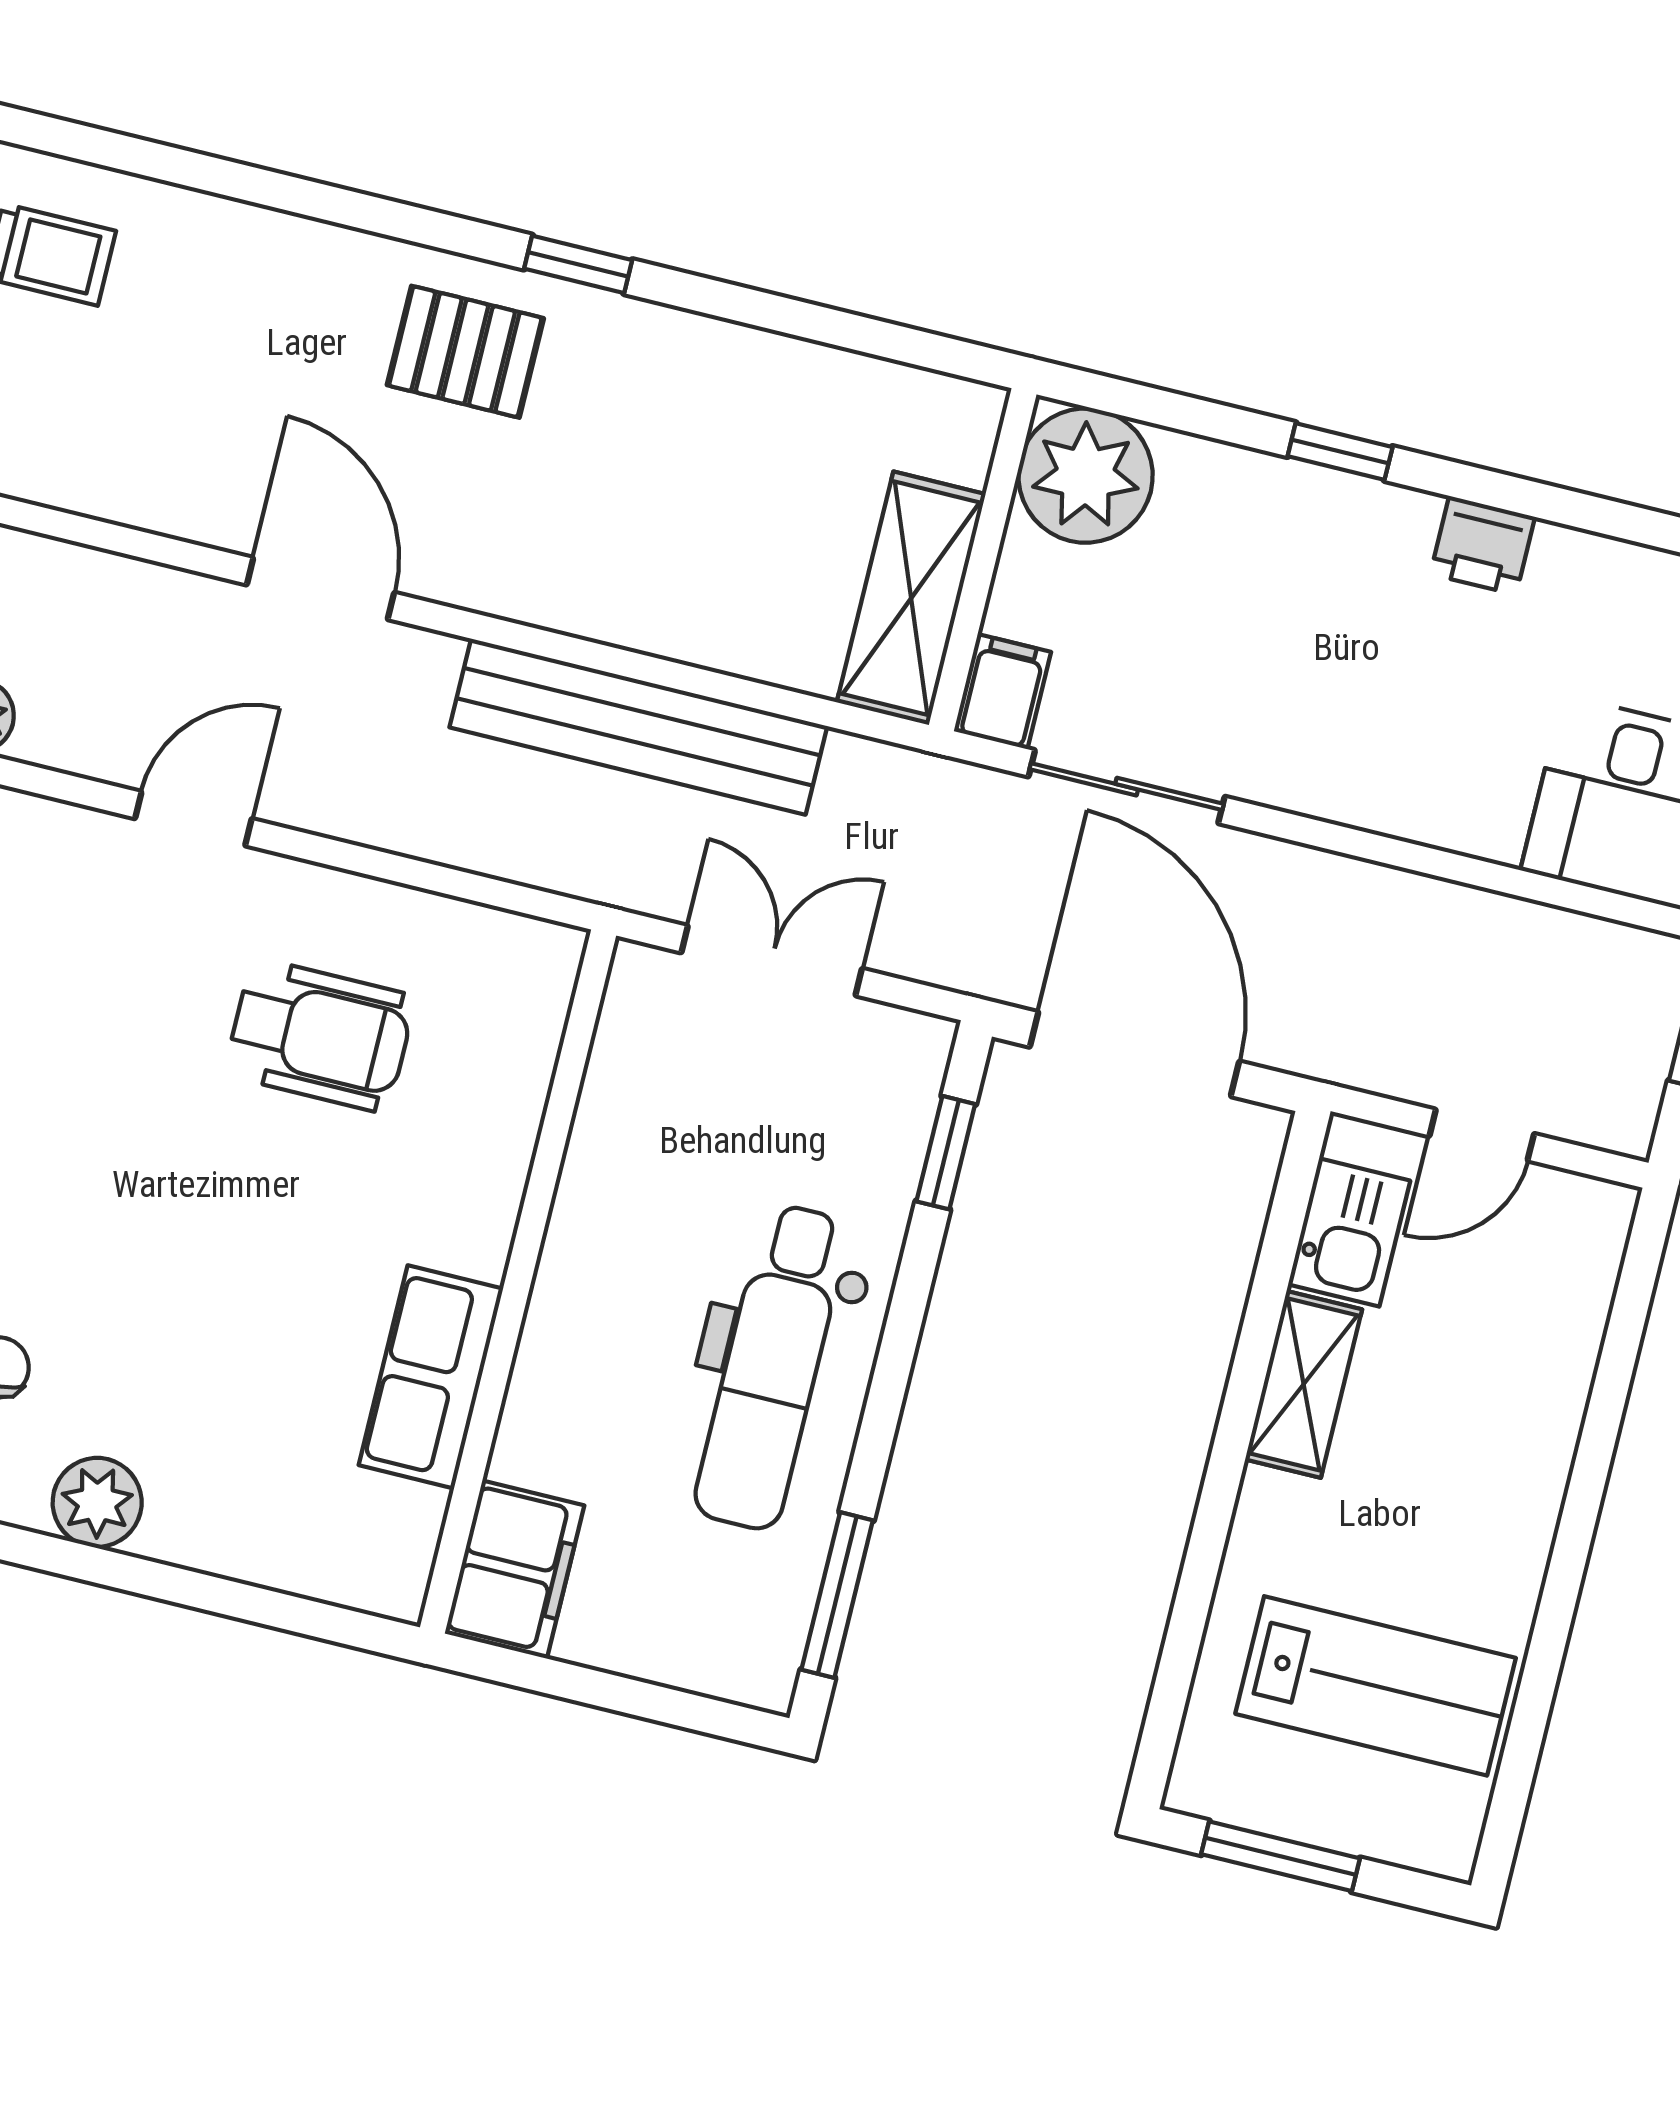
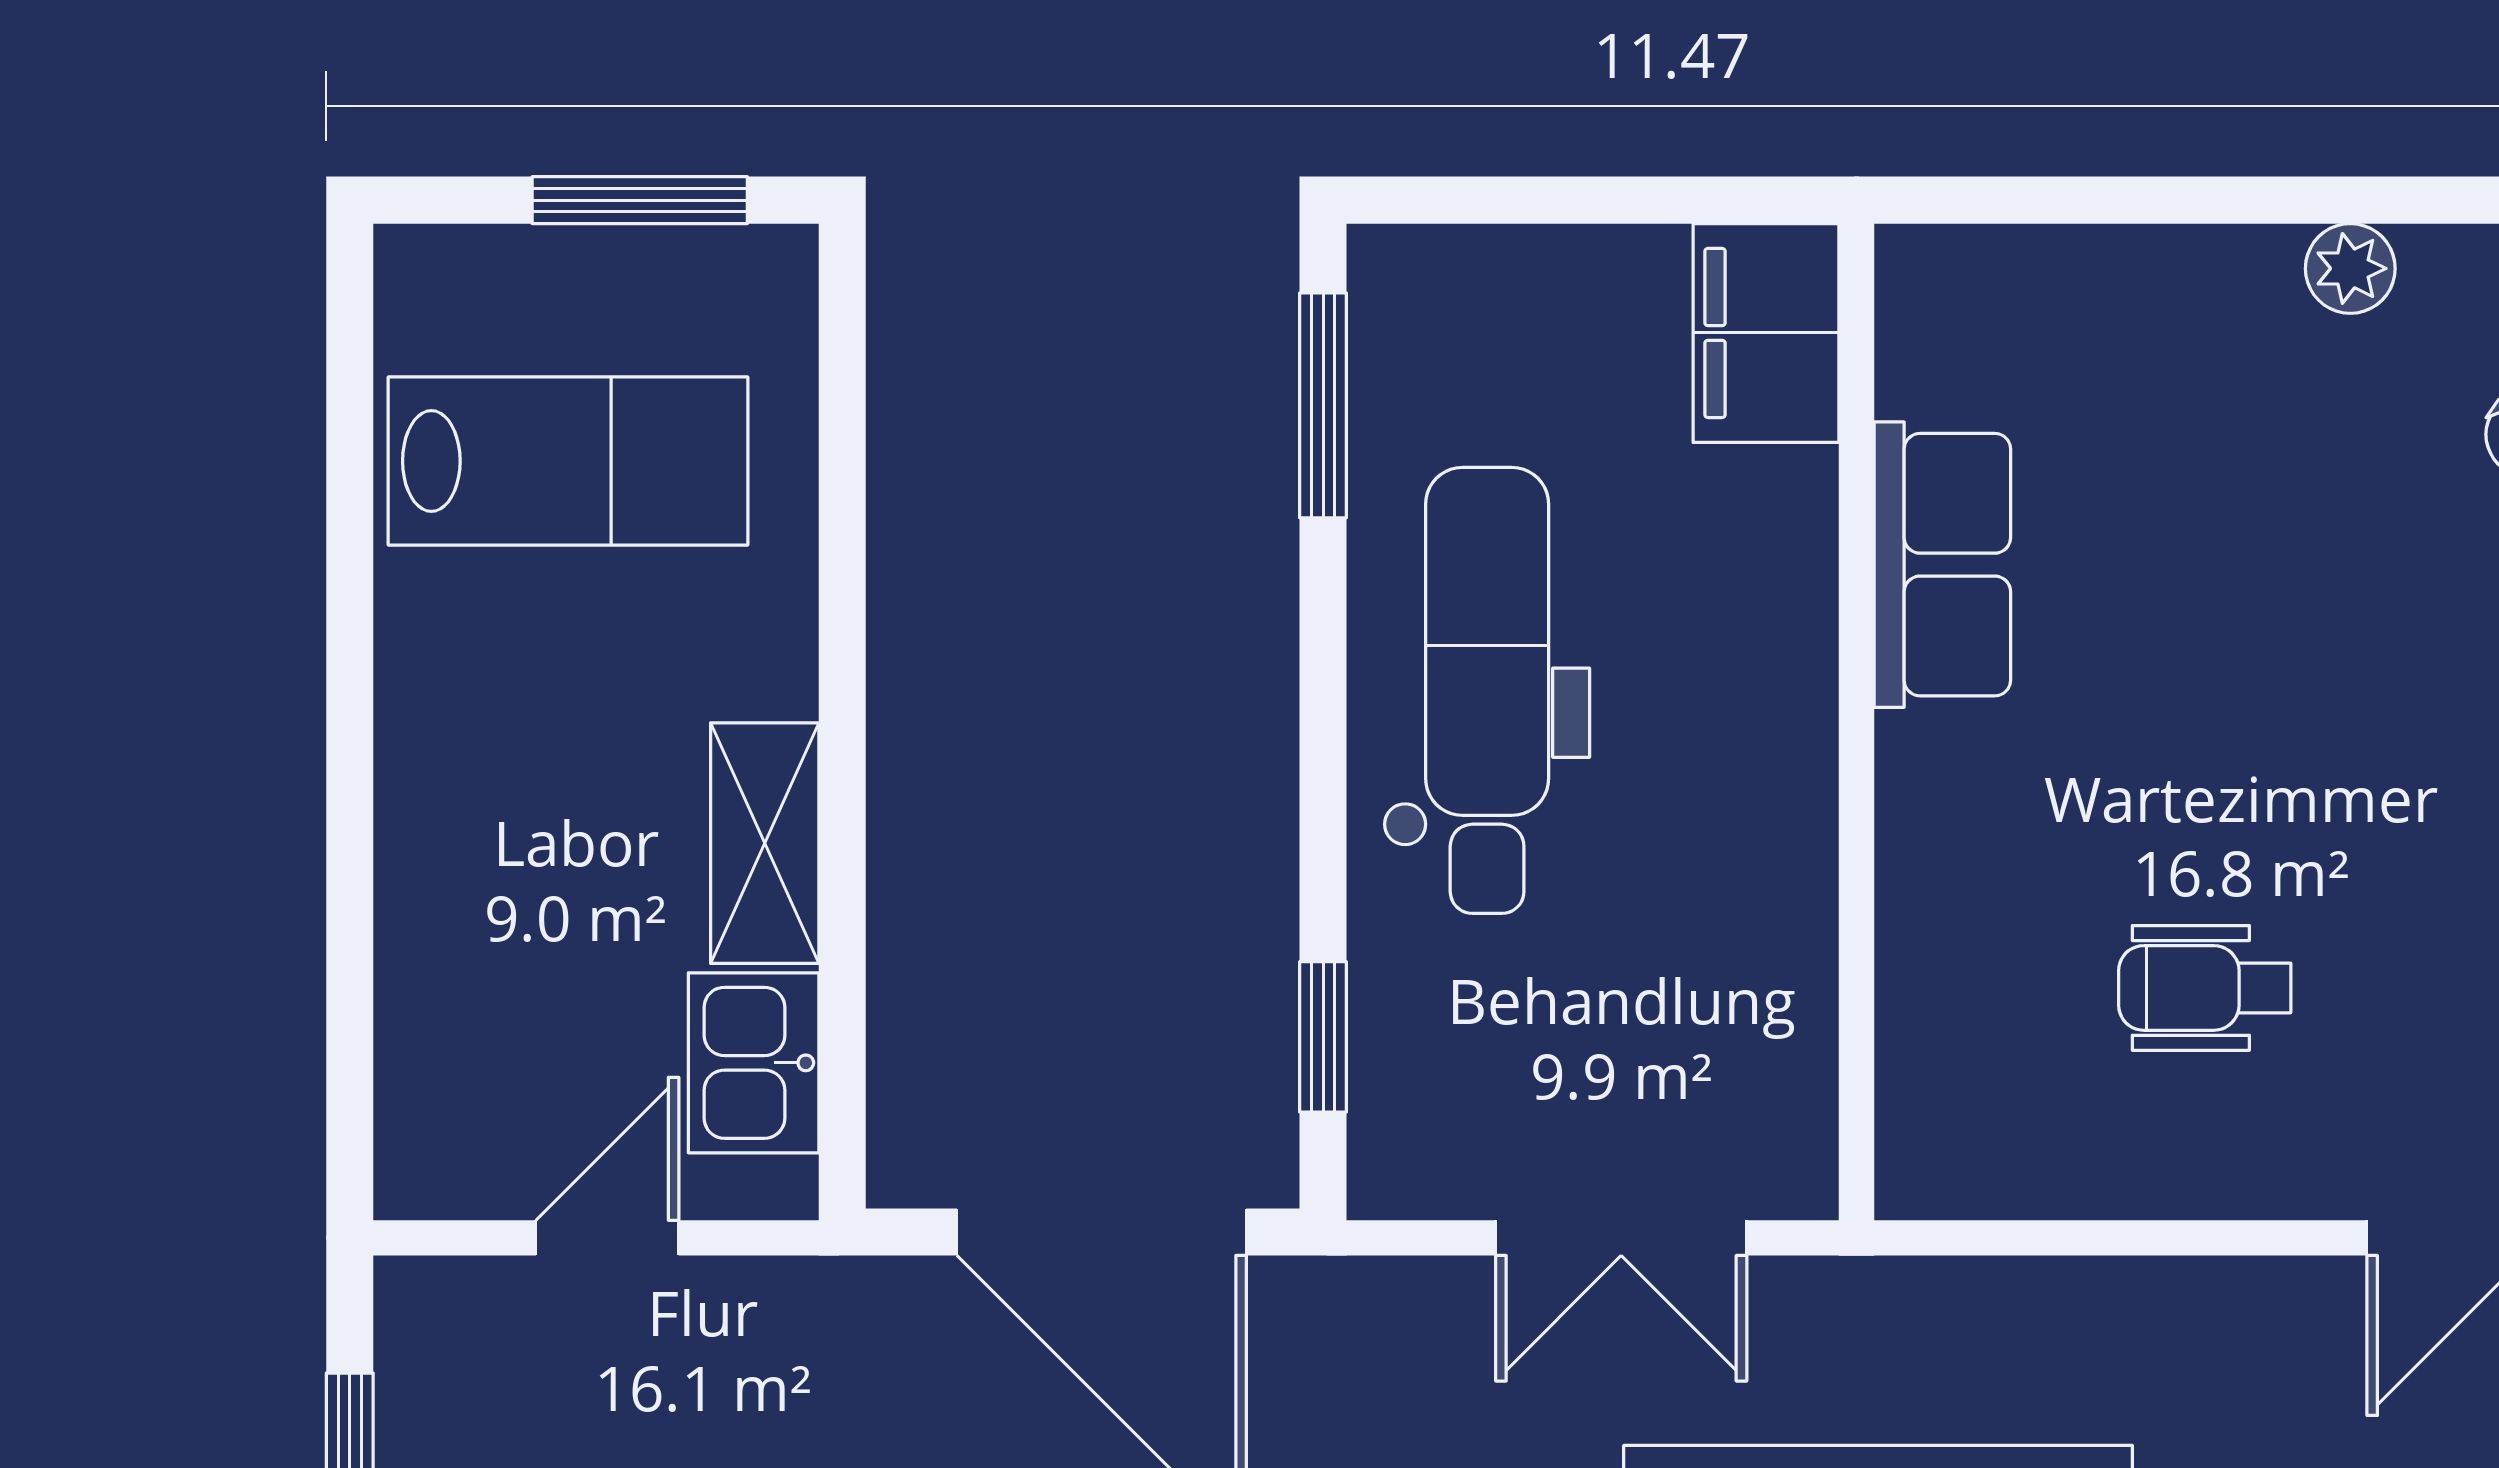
wheelchair: (320, 1035) -> (2205, 988), width x0.73, depth x0.73
plant: (97, 1502) -> (2350, 268), width x0.73, depth x0.73
lab bench: (1376, 1686) -> (568, 461), turned 180

